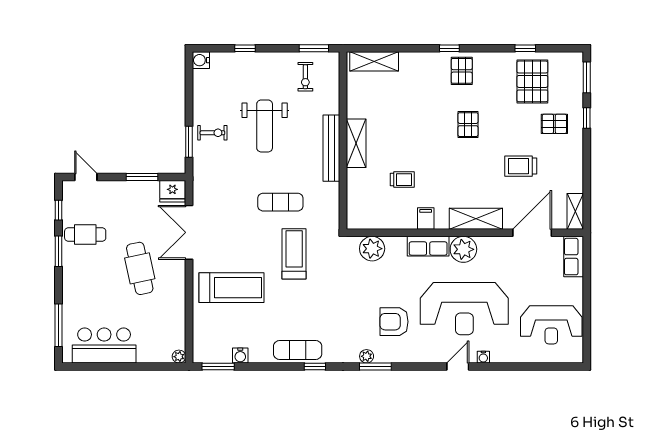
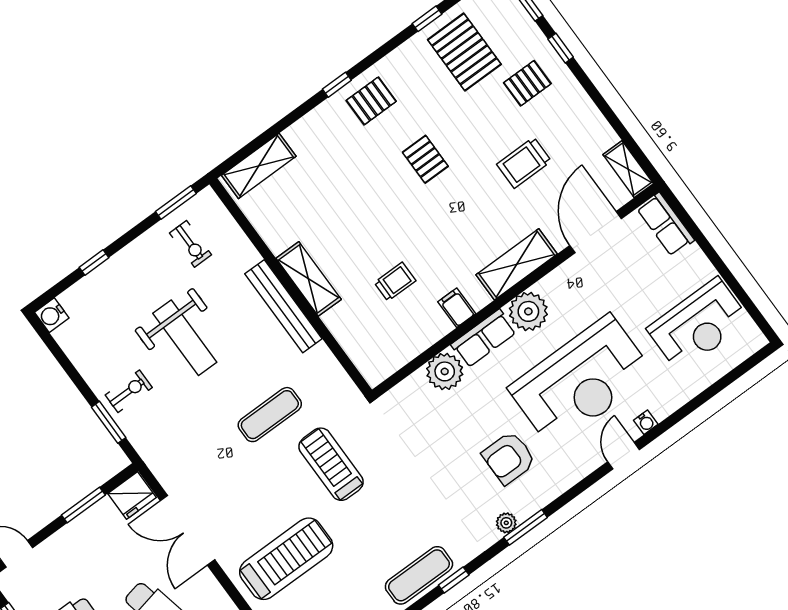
pallet: (462, 71) -> (371, 101), turned 90
plant: (372, 249) -> (445, 371), moved

